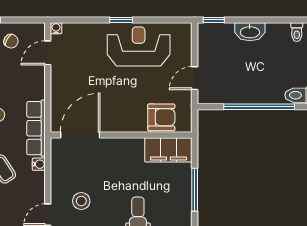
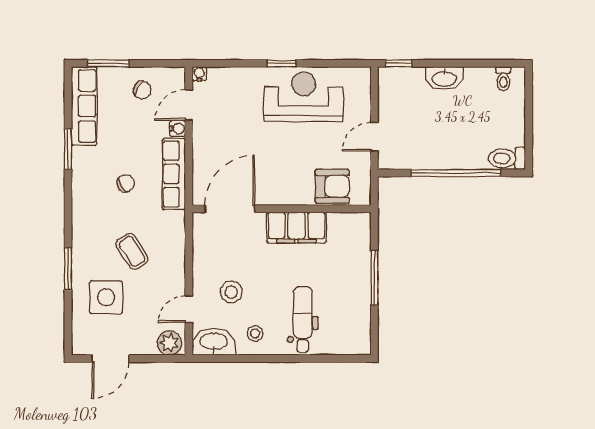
row of seats: (36, 128) -> (174, 174), moved
filing cabinet: (168, 150) -> (296, 228), moved
water cooler: (39, 164) -> (177, 129), moved

